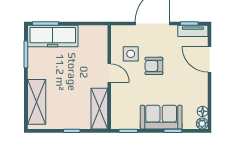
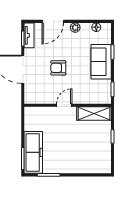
side table: (131, 54) -> (48, 87), removed
armchair: (154, 66) -> (58, 68), turned 90
shelving: (37, 102) -> (88, 166), removed
plant: (202, 124) -> (75, 28), moved

